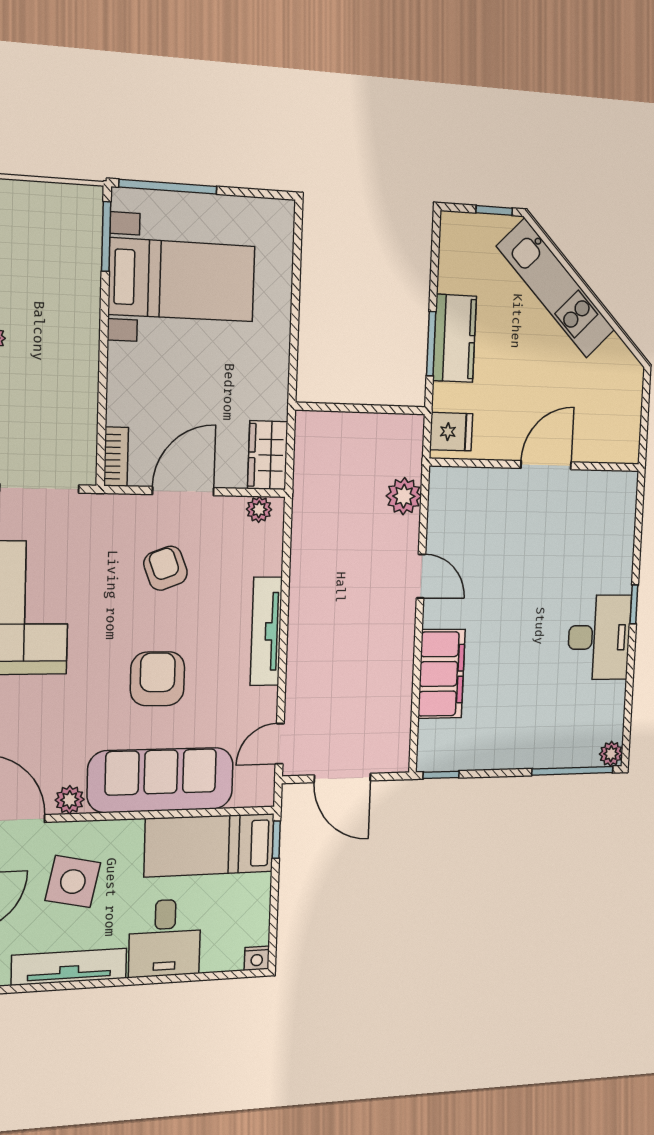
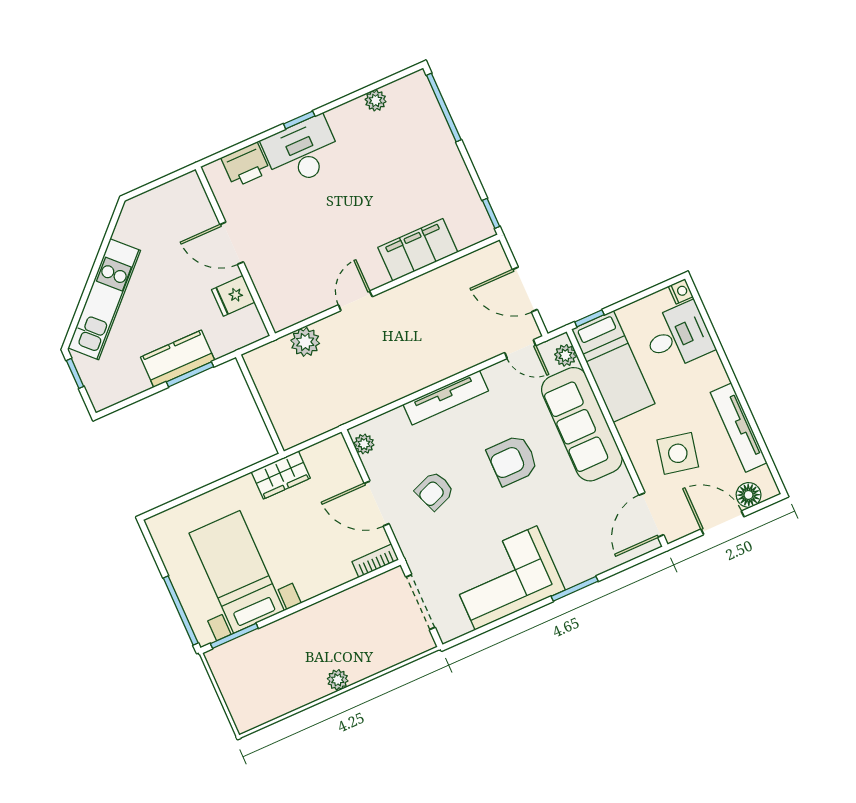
fridge: (451, 432) -> (233, 296), moved, turned -90
wardrobe: (268, 455) -> (281, 475), moved
printer: (617, 522) -> (246, 165), added
desk: (599, 637) -> (302, 151), moved
plant: (611, 754) -> (376, 100), moved
door: (342, 778) -> (525, 290), swing flipped
plant: (70, 800) -> (565, 355), moved
desk: (165, 938) -> (678, 336), moved

